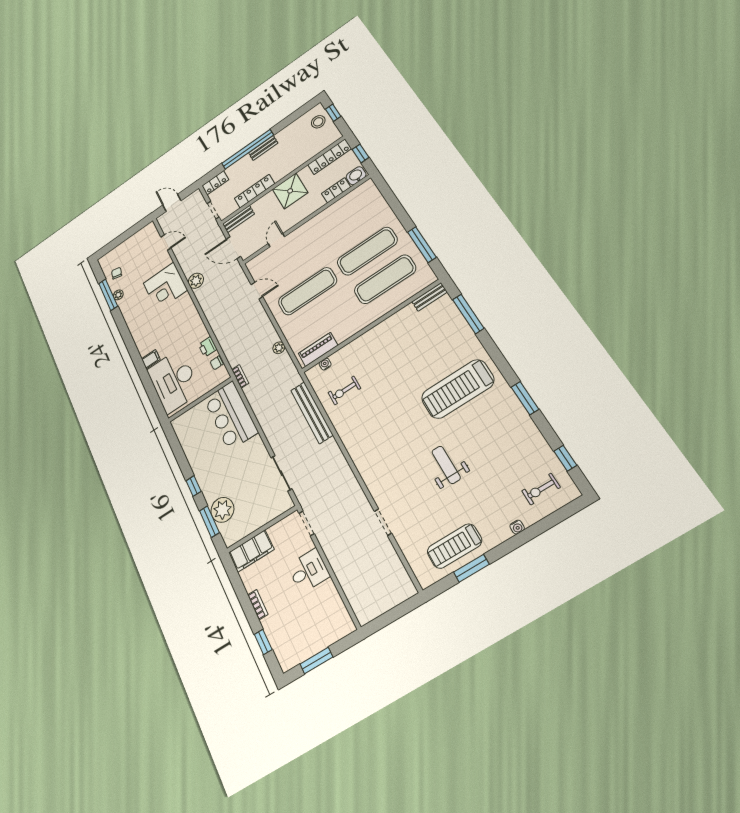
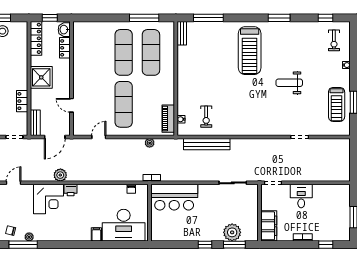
locker: (255, 191) -> (22, 101), width x0.66
printer: (208, 347) -> (71, 190), moved

